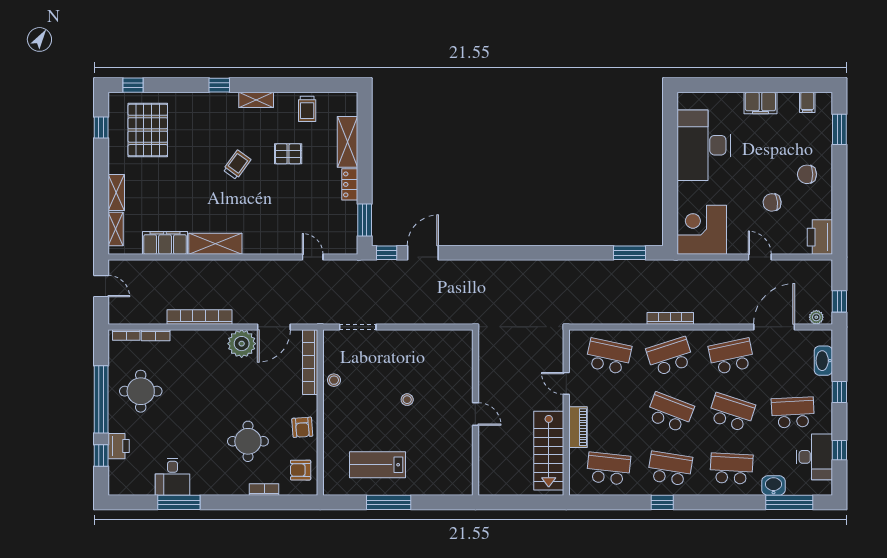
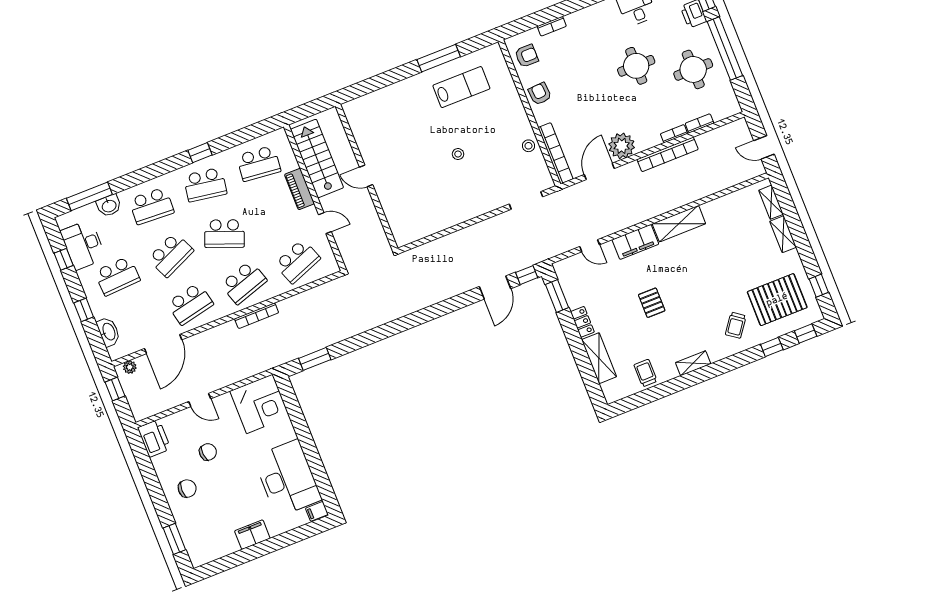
window: (219, 85) -> (772, 347), moved
filing cabinet: (807, 102) -> (317, 511), moved, turned -90
pallet: (148, 130) -> (777, 300), turned 90
pallet: (288, 154) -> (652, 303), moved, turned 90
trolley: (237, 165) -> (736, 325), moved
filing cabinet: (165, 243) -> (635, 242), moved
bookcase: (126, 335) -> (674, 134), moved
school desk: (608, 356) -> (297, 261), turned -33
wall: (475, 412) -> (367, 177), moved
school desk: (731, 412) -> (171, 255), turned -42
door: (475, 414) -> (366, 176), moved
round table: (248, 441) -> (636, 66), moved

